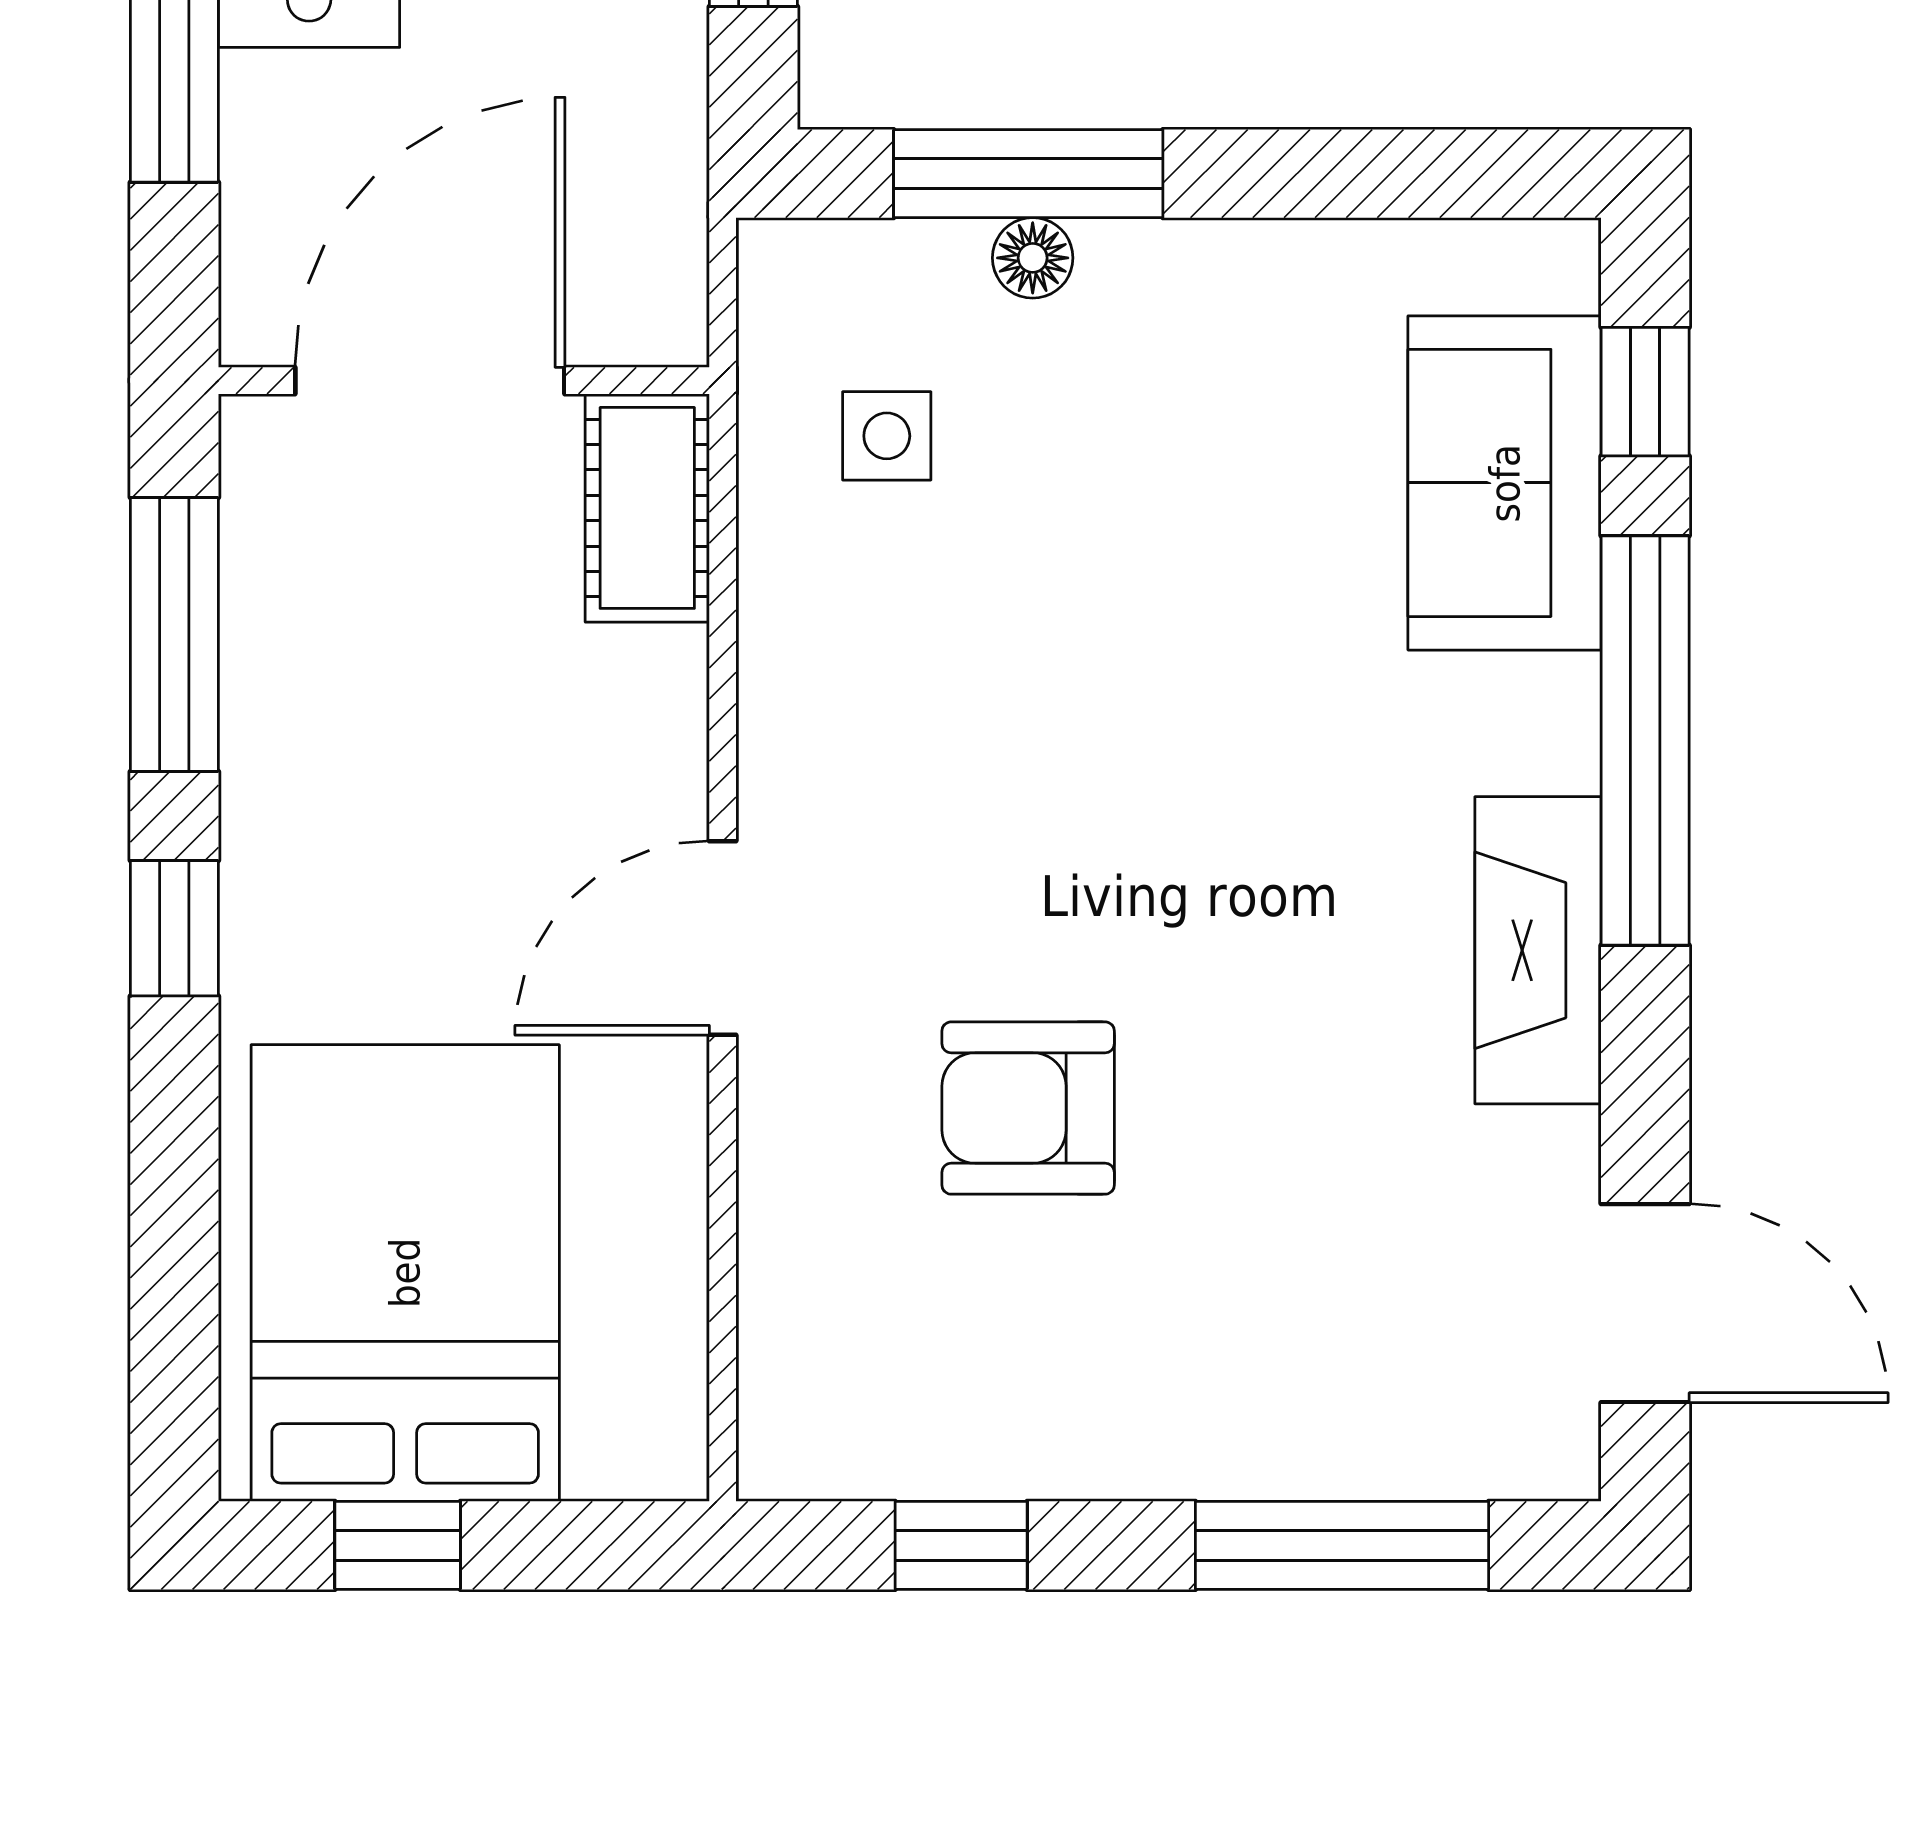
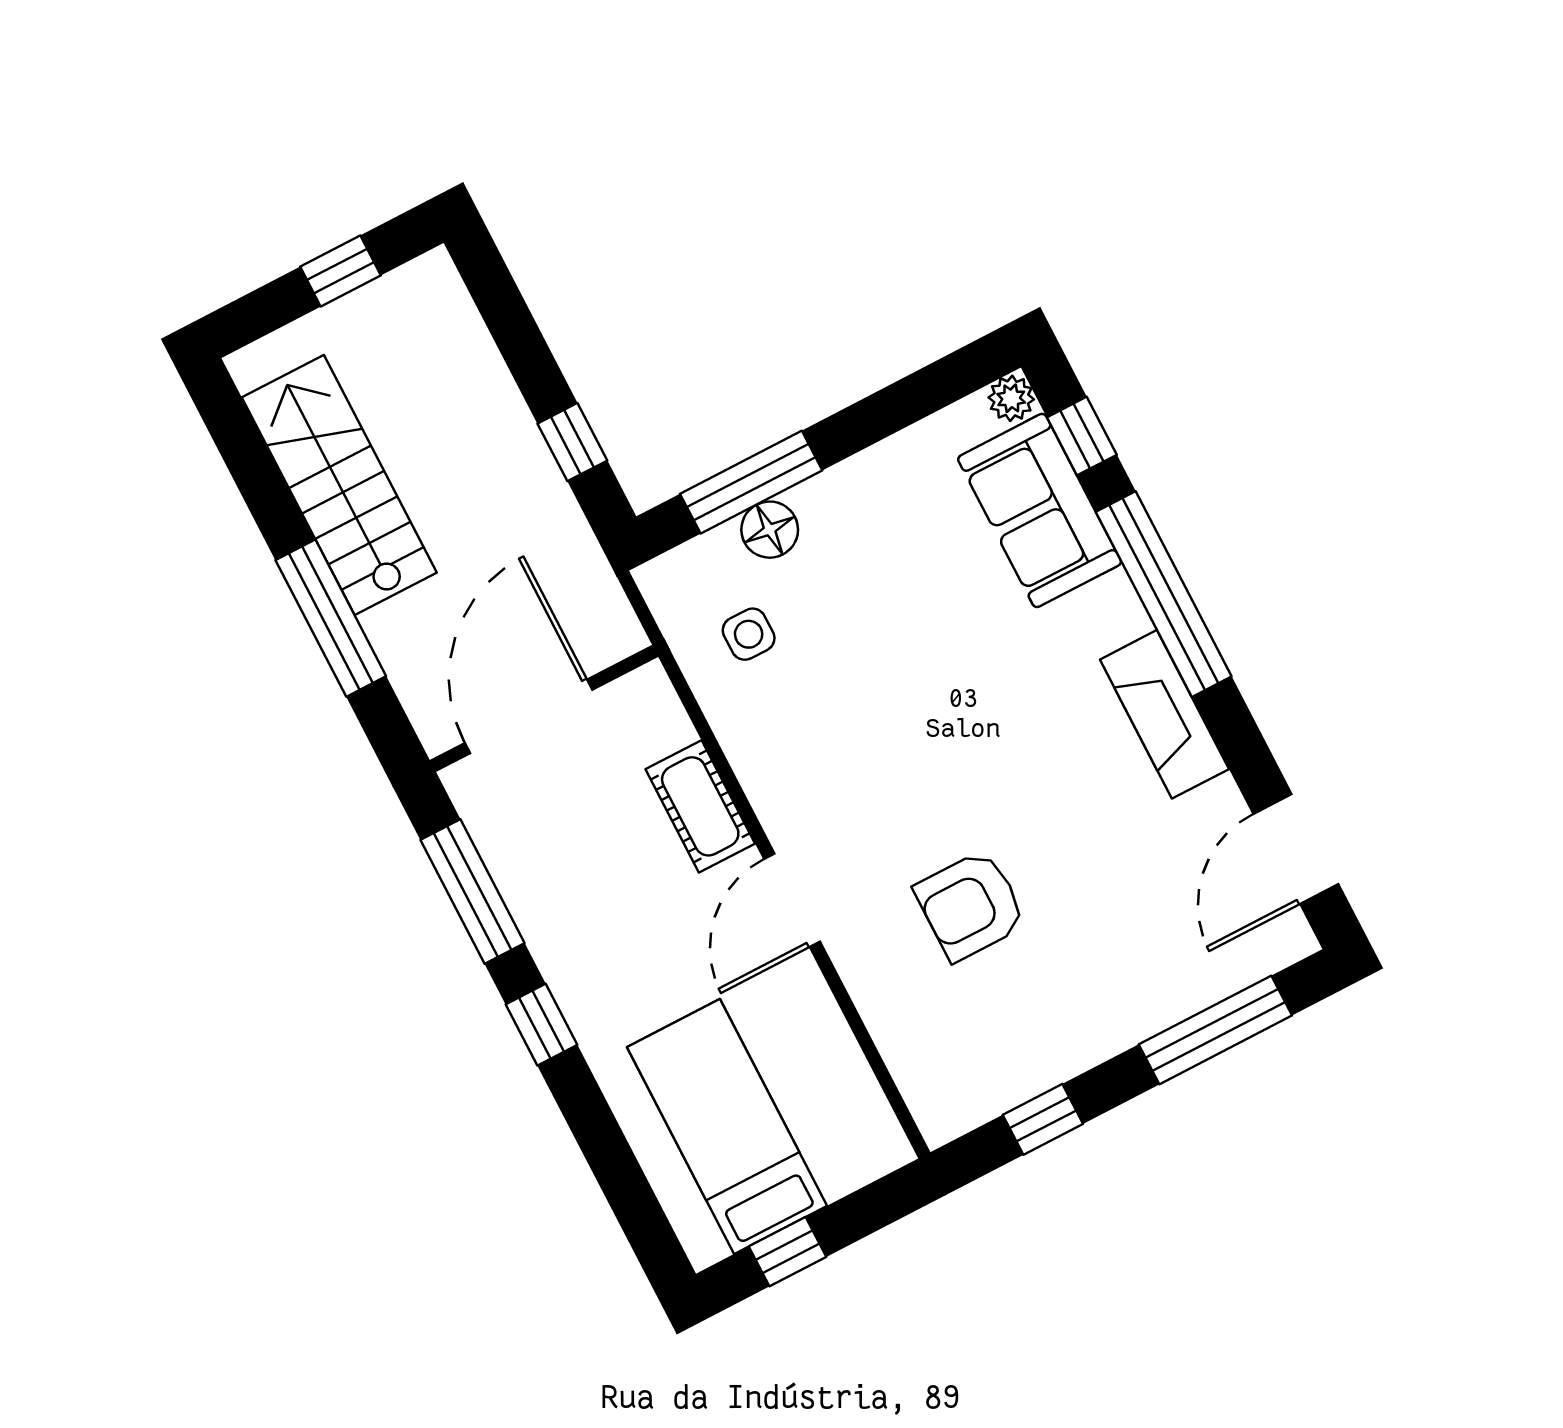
floor lamp: (1033, 258) -> (770, 530), width x1.37, depth x1.37
plant: (1556, 262) -> (1011, 398), added
cot: (647, 508) -> (700, 806), moved
bed: (405, 1273) -> (727, 1127), width x0.67
door: (1645, 1303) -> (1296, 849), swing flipped

